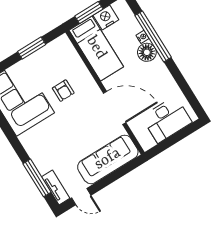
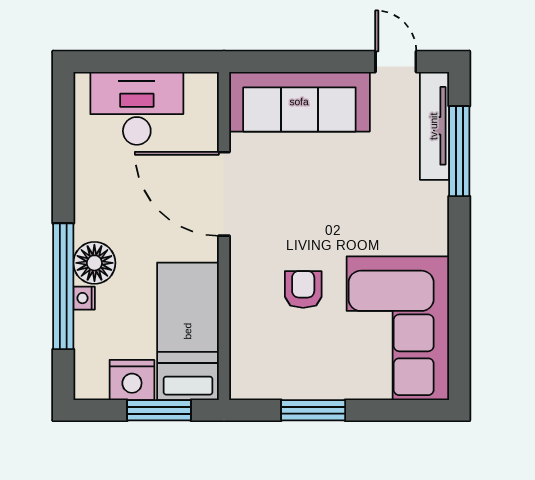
tv unit: (56, 187) -> (434, 126), width x1.41

